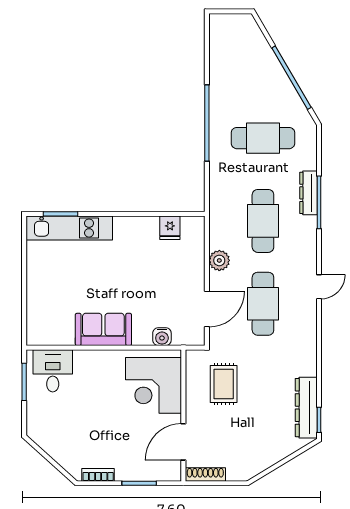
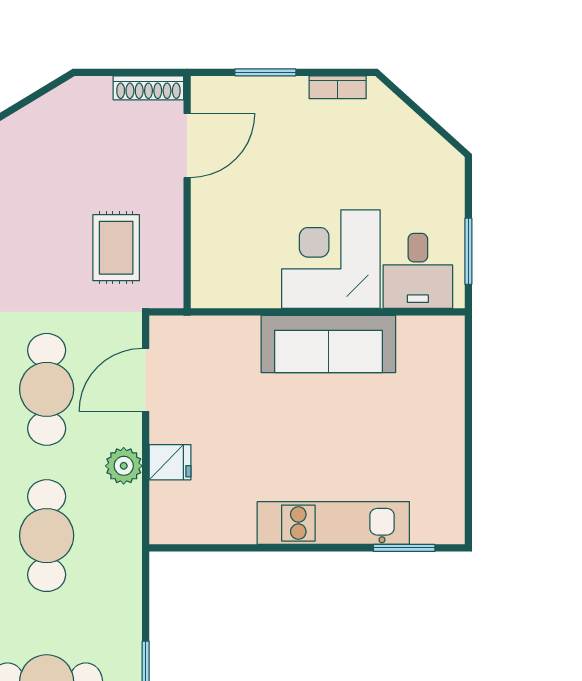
kitchen unit: (69, 228) -> (333, 523), moved
fridge: (170, 228) -> (170, 462), moved, turned 90
sofa: (103, 329) -> (328, 344), width x1.36
water cooler: (162, 337) -> (225, 331), removed
corner desk: (153, 385) -> (331, 259), moved, turned -90

